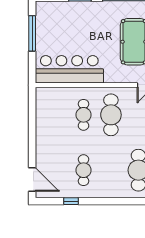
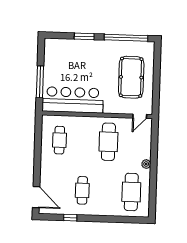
window: (32, 33) -> (40, 82), moved
cafe table: (84, 115) -> (59, 140), moved

